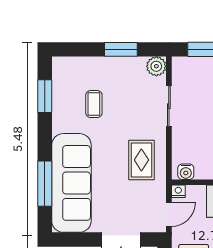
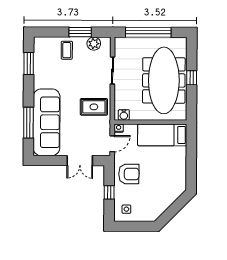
plant: (156, 66) -> (94, 44), moved
coffee table: (94, 104) -> (67, 50), moved
rug: (141, 160) -> (94, 107), turned 90

